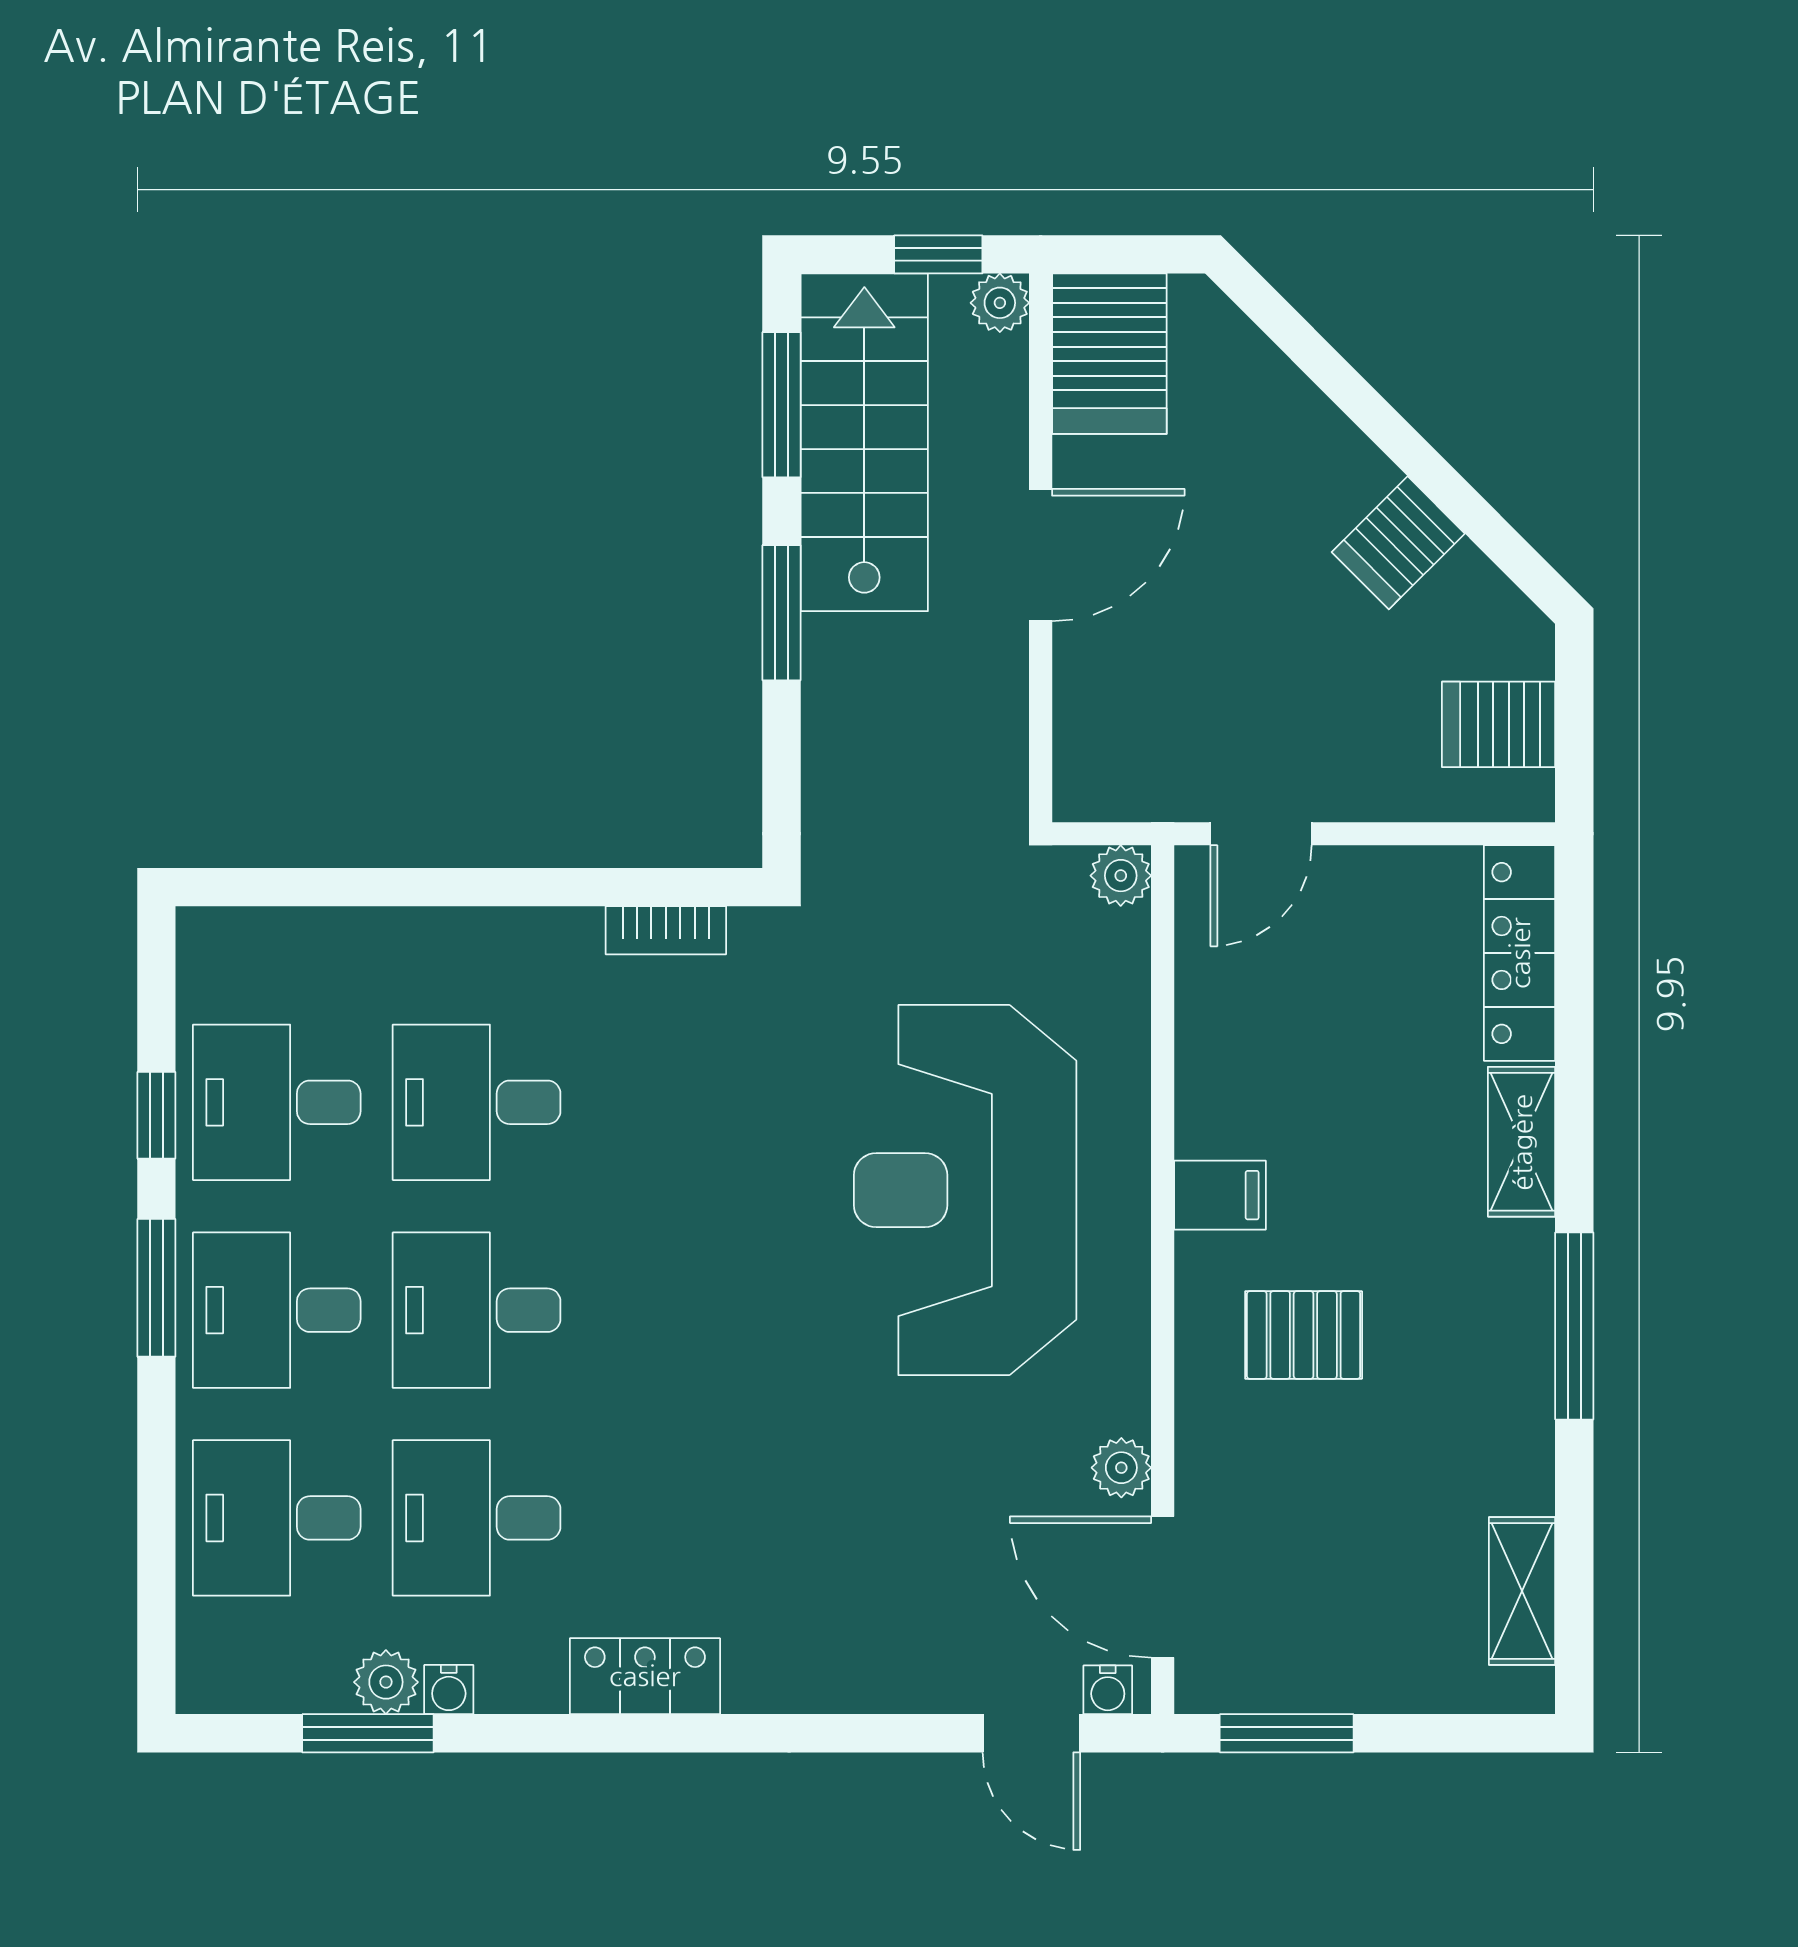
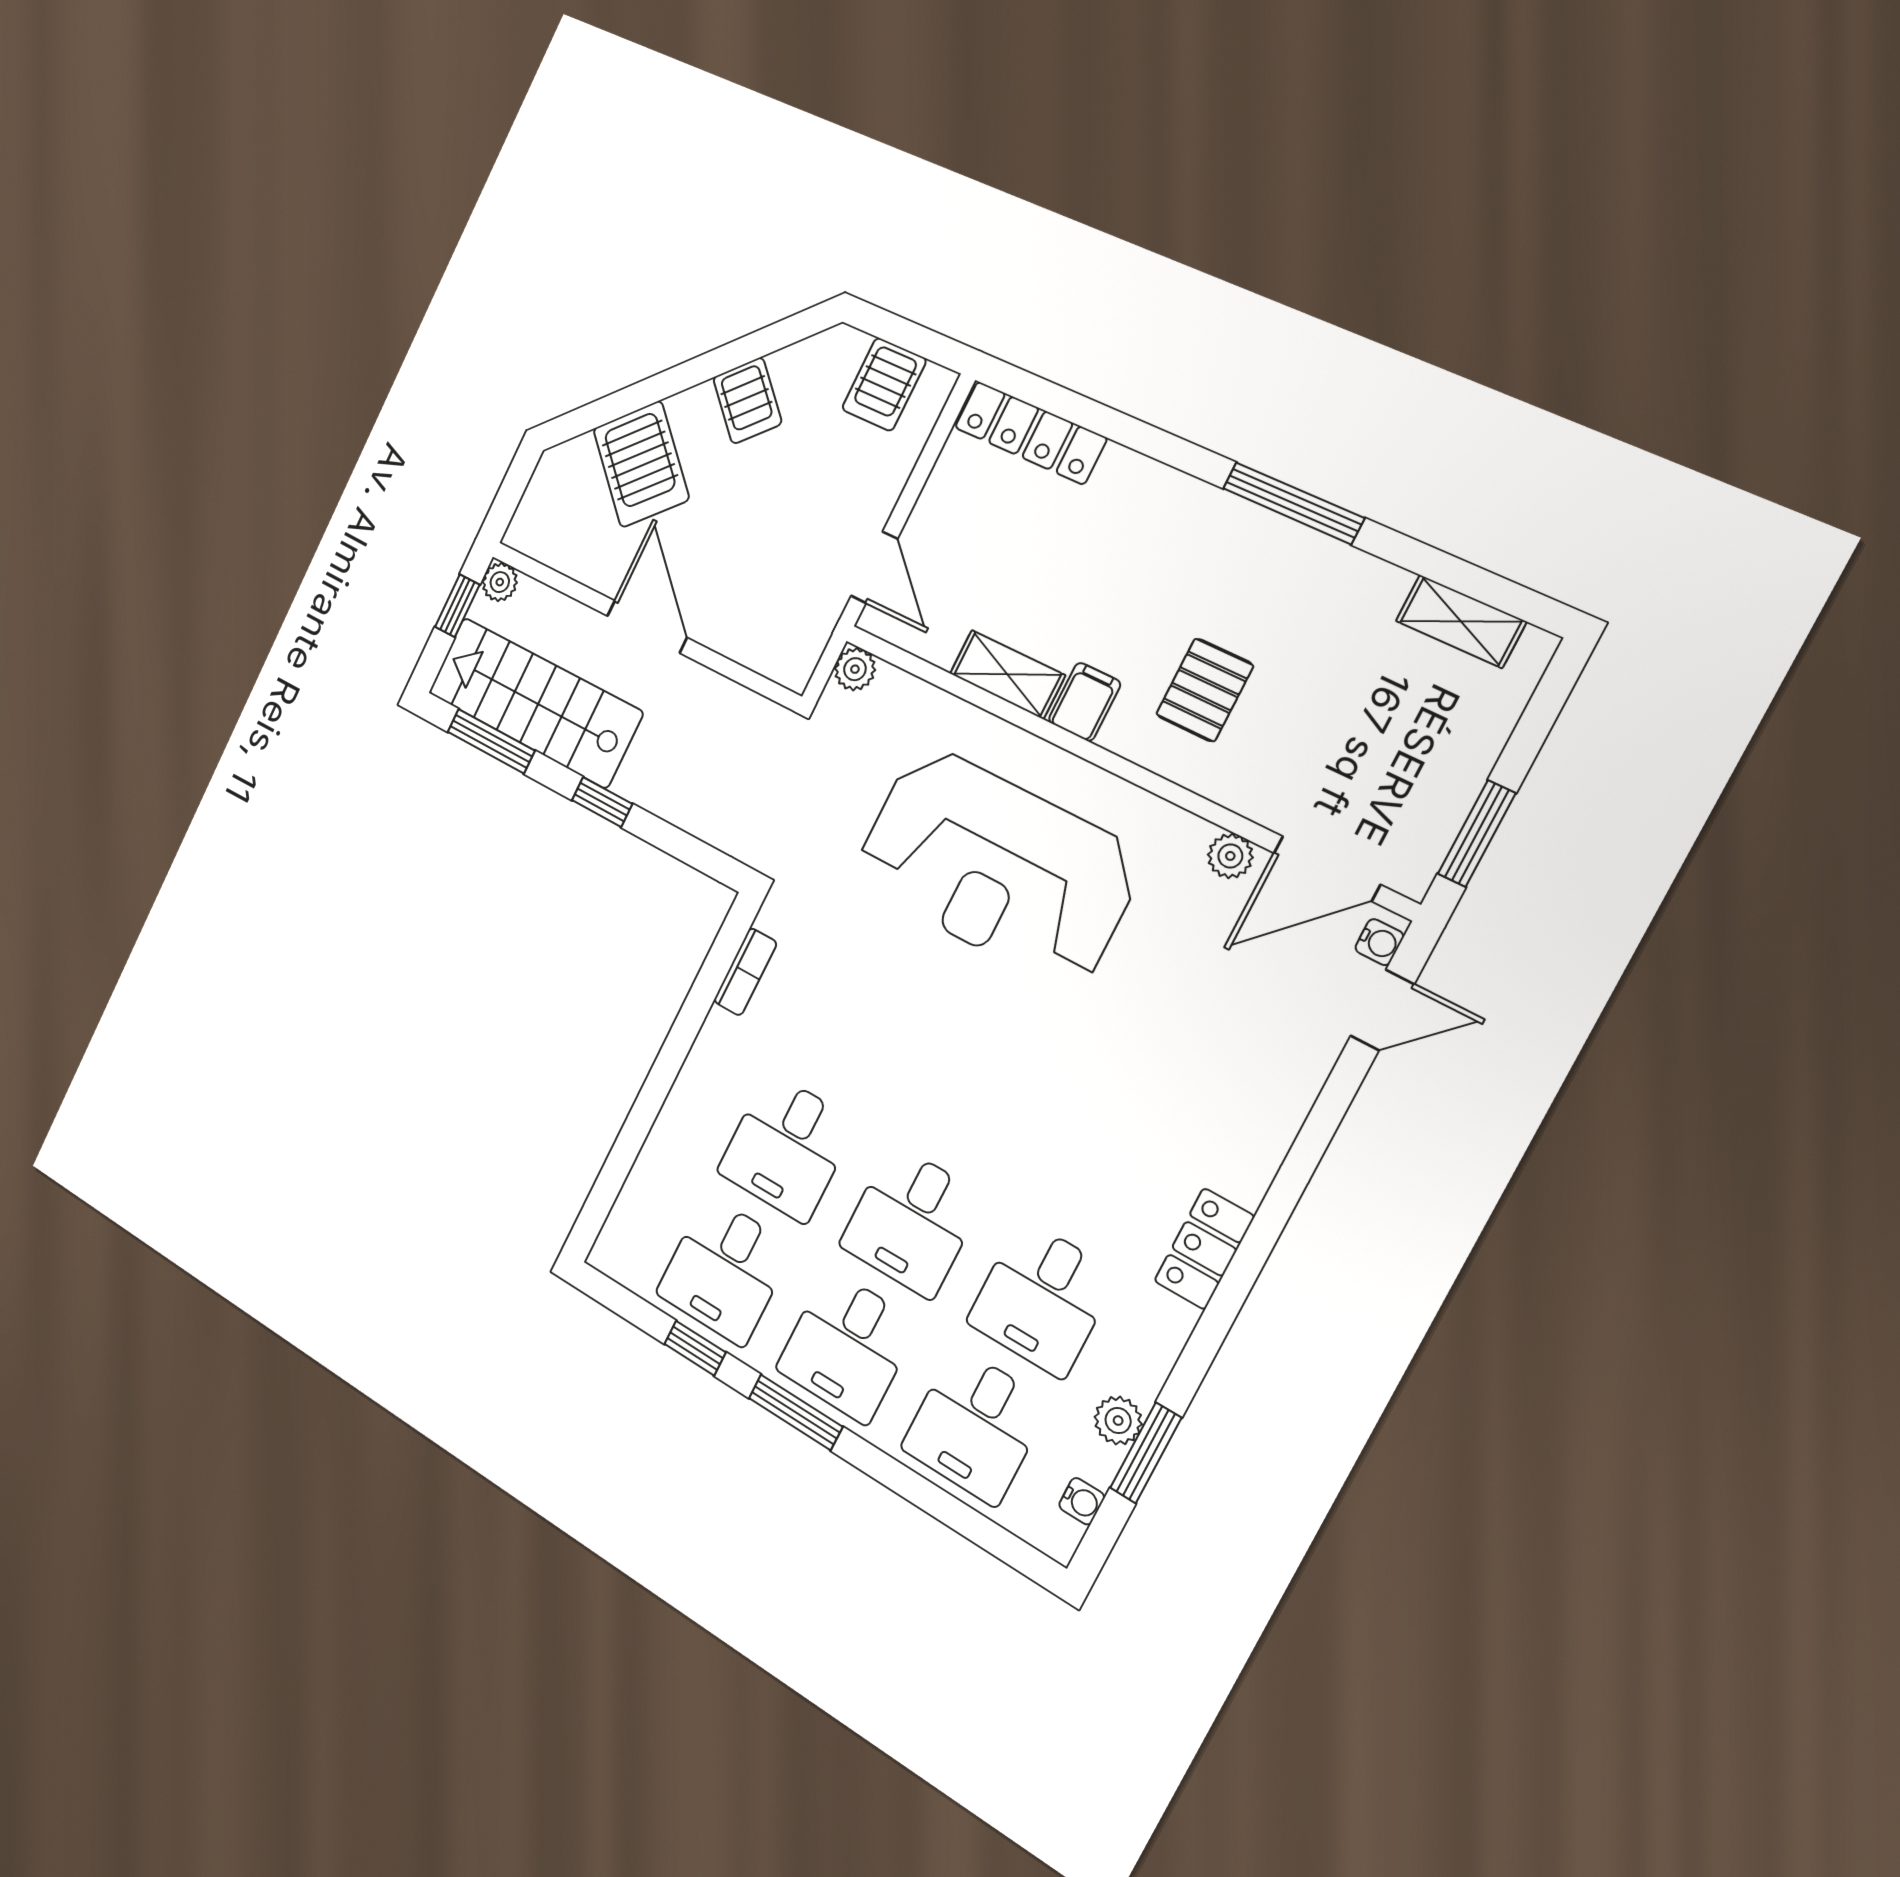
server rack: (1109, 354) -> (641, 464), moved, turned 45
window: (781, 613) -> (602, 802), width x0.67
shelving: (1522, 1142) -> (1007, 674), moved
water cooler: (449, 1690) -> (1082, 1501), moved

